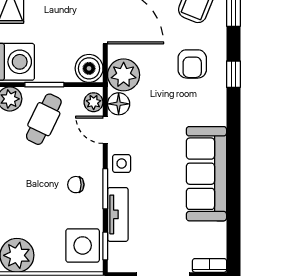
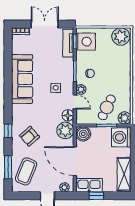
armchair: (192, 64) -> (29, 136), turned -131
plant: (94, 102) -> (81, 89), moved
side table: (122, 163) -> (56, 88), moved
tv unit: (118, 214) -> (68, 43), moved

